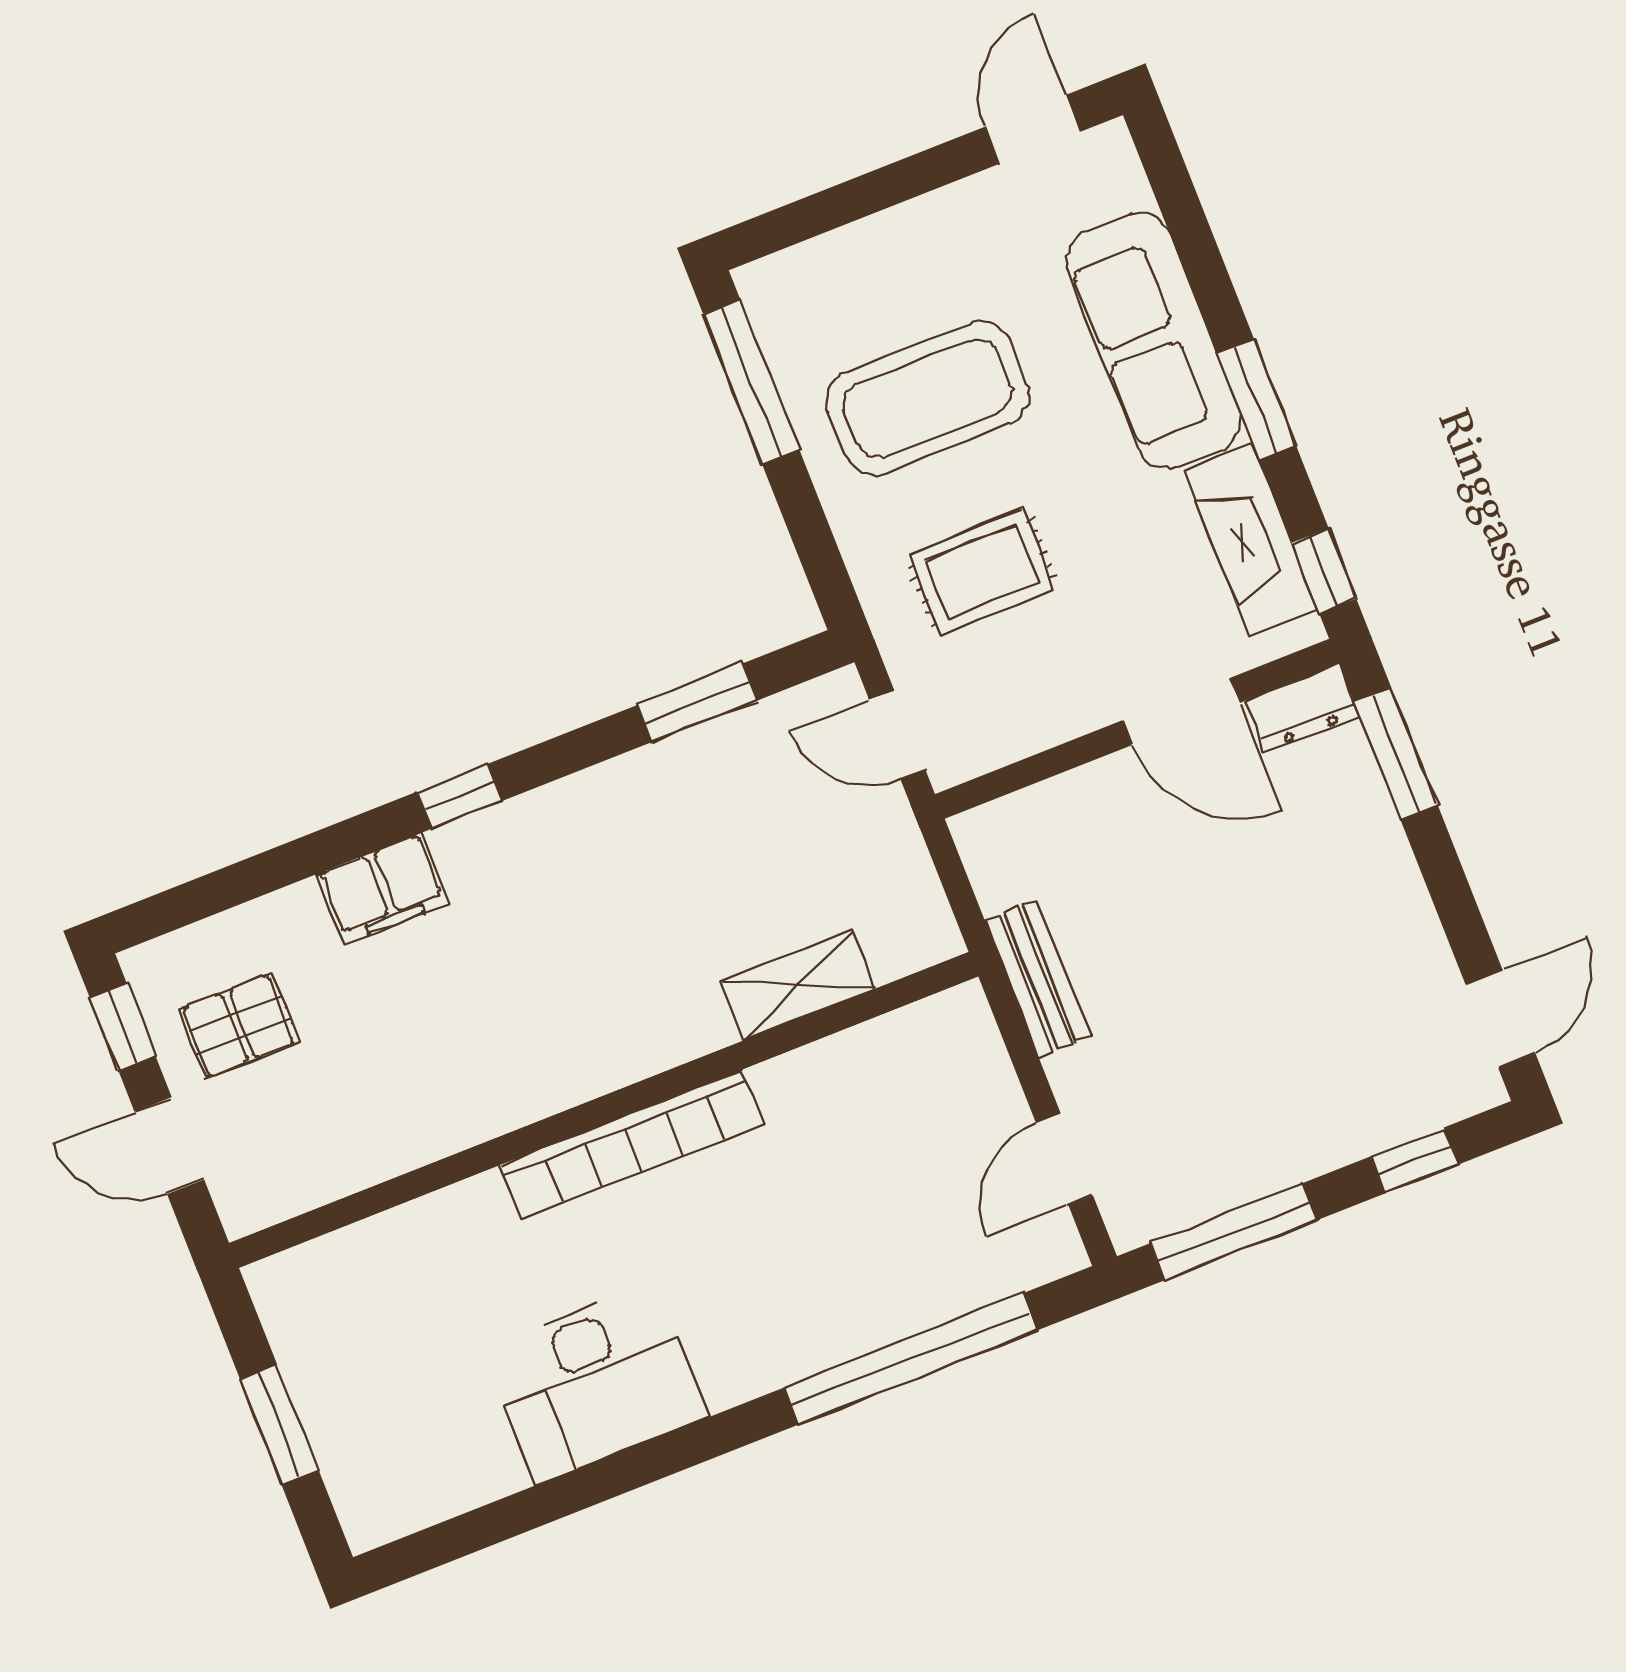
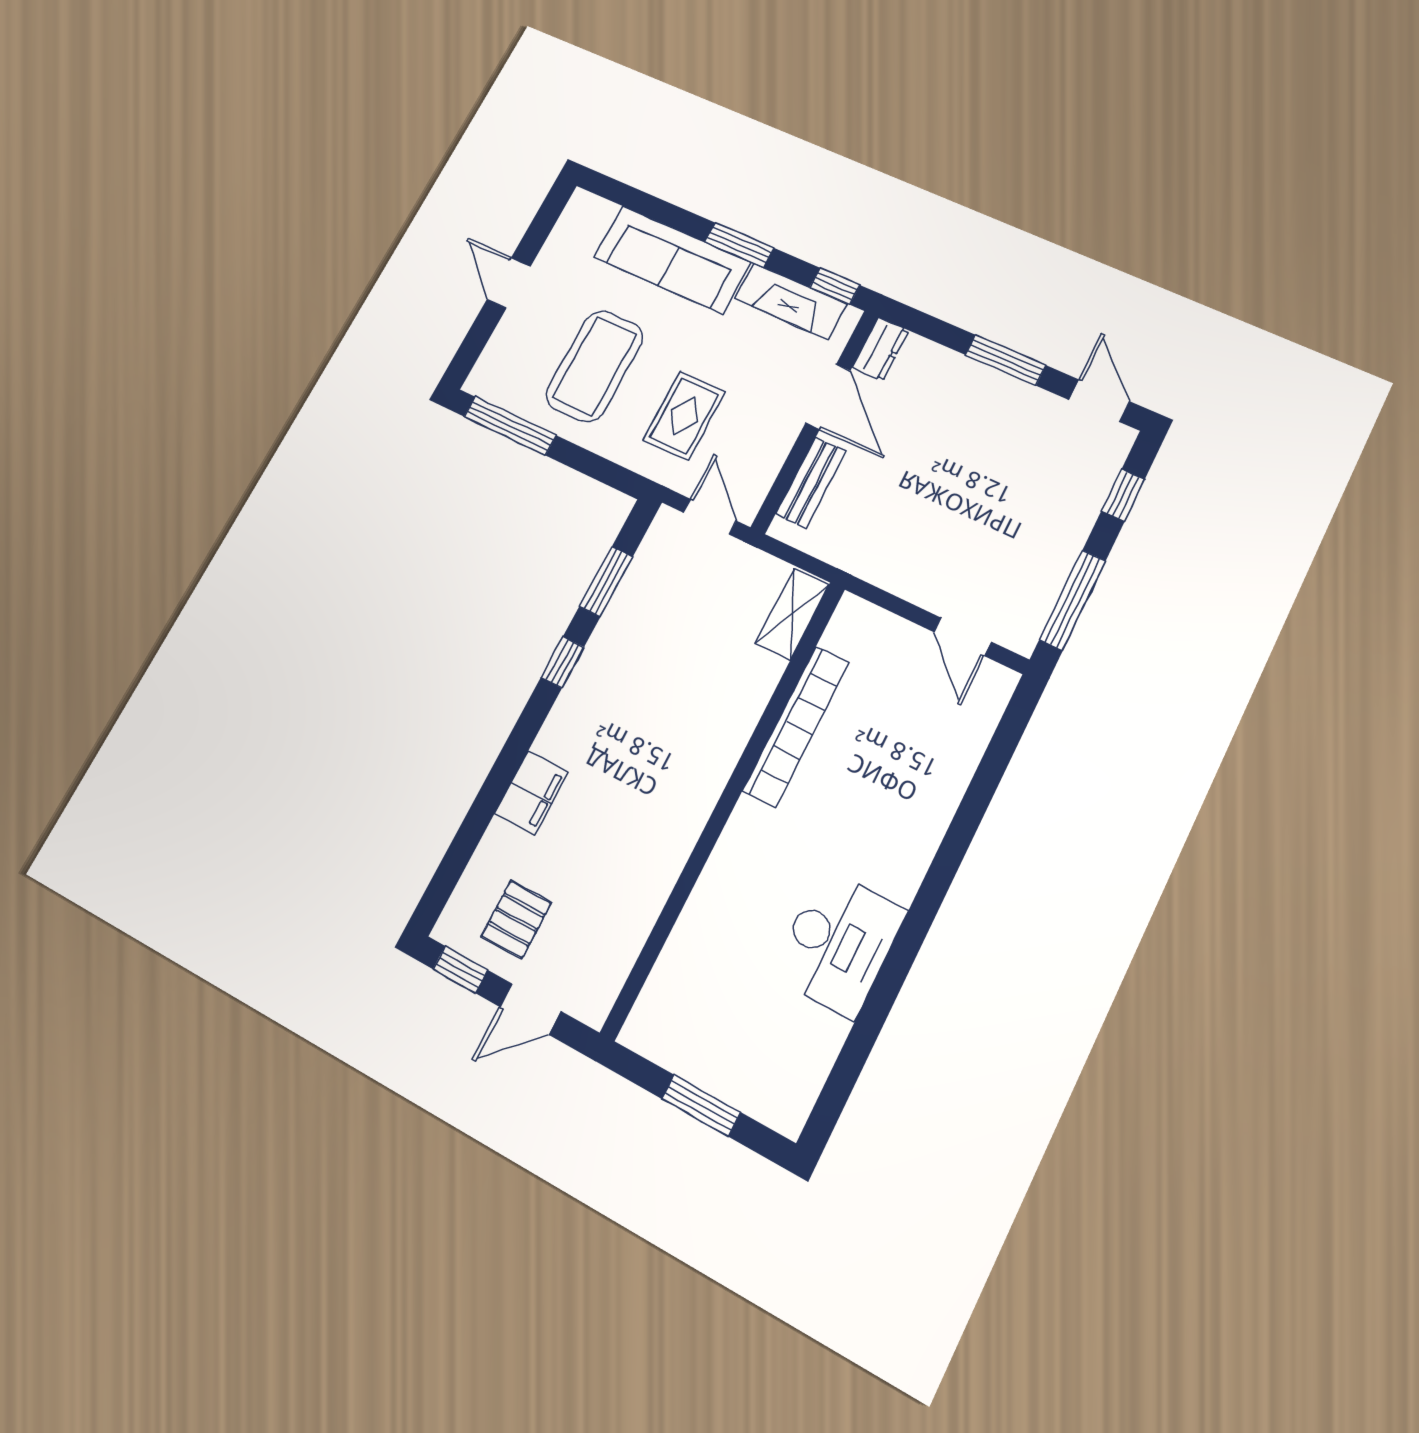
door: (1033, 129) -> (509, 283), moved
door: (1181, 711) -> (828, 397), hinge flipped
door: (897, 735) -> (710, 517), swing flipped
window: (1396, 754) -> (1006, 360), moved
window: (460, 796) -> (562, 662), moved
bench: (1038, 978) -> (811, 483), moved, turned 90
shelving: (798, 985) -> (792, 614), moved
bookcase: (632, 1144) -> (796, 726), moved
window: (910, 1359) -> (979, 795), removed

